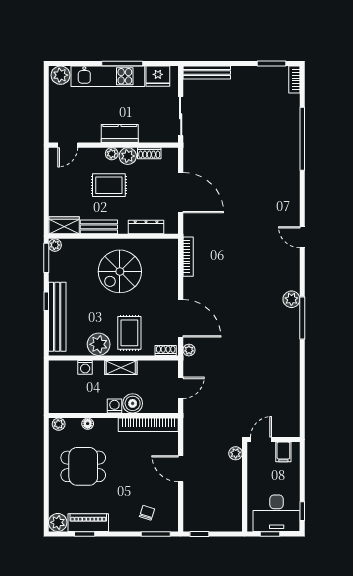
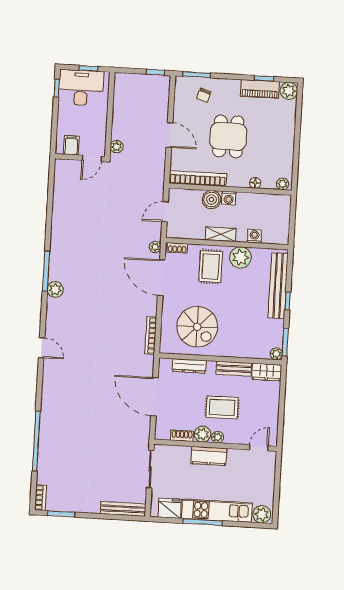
spiral stairs: (120, 271) -> (197, 327), moved, turned 90
dining table: (83, 466) -> (228, 136), moved, turned 90

